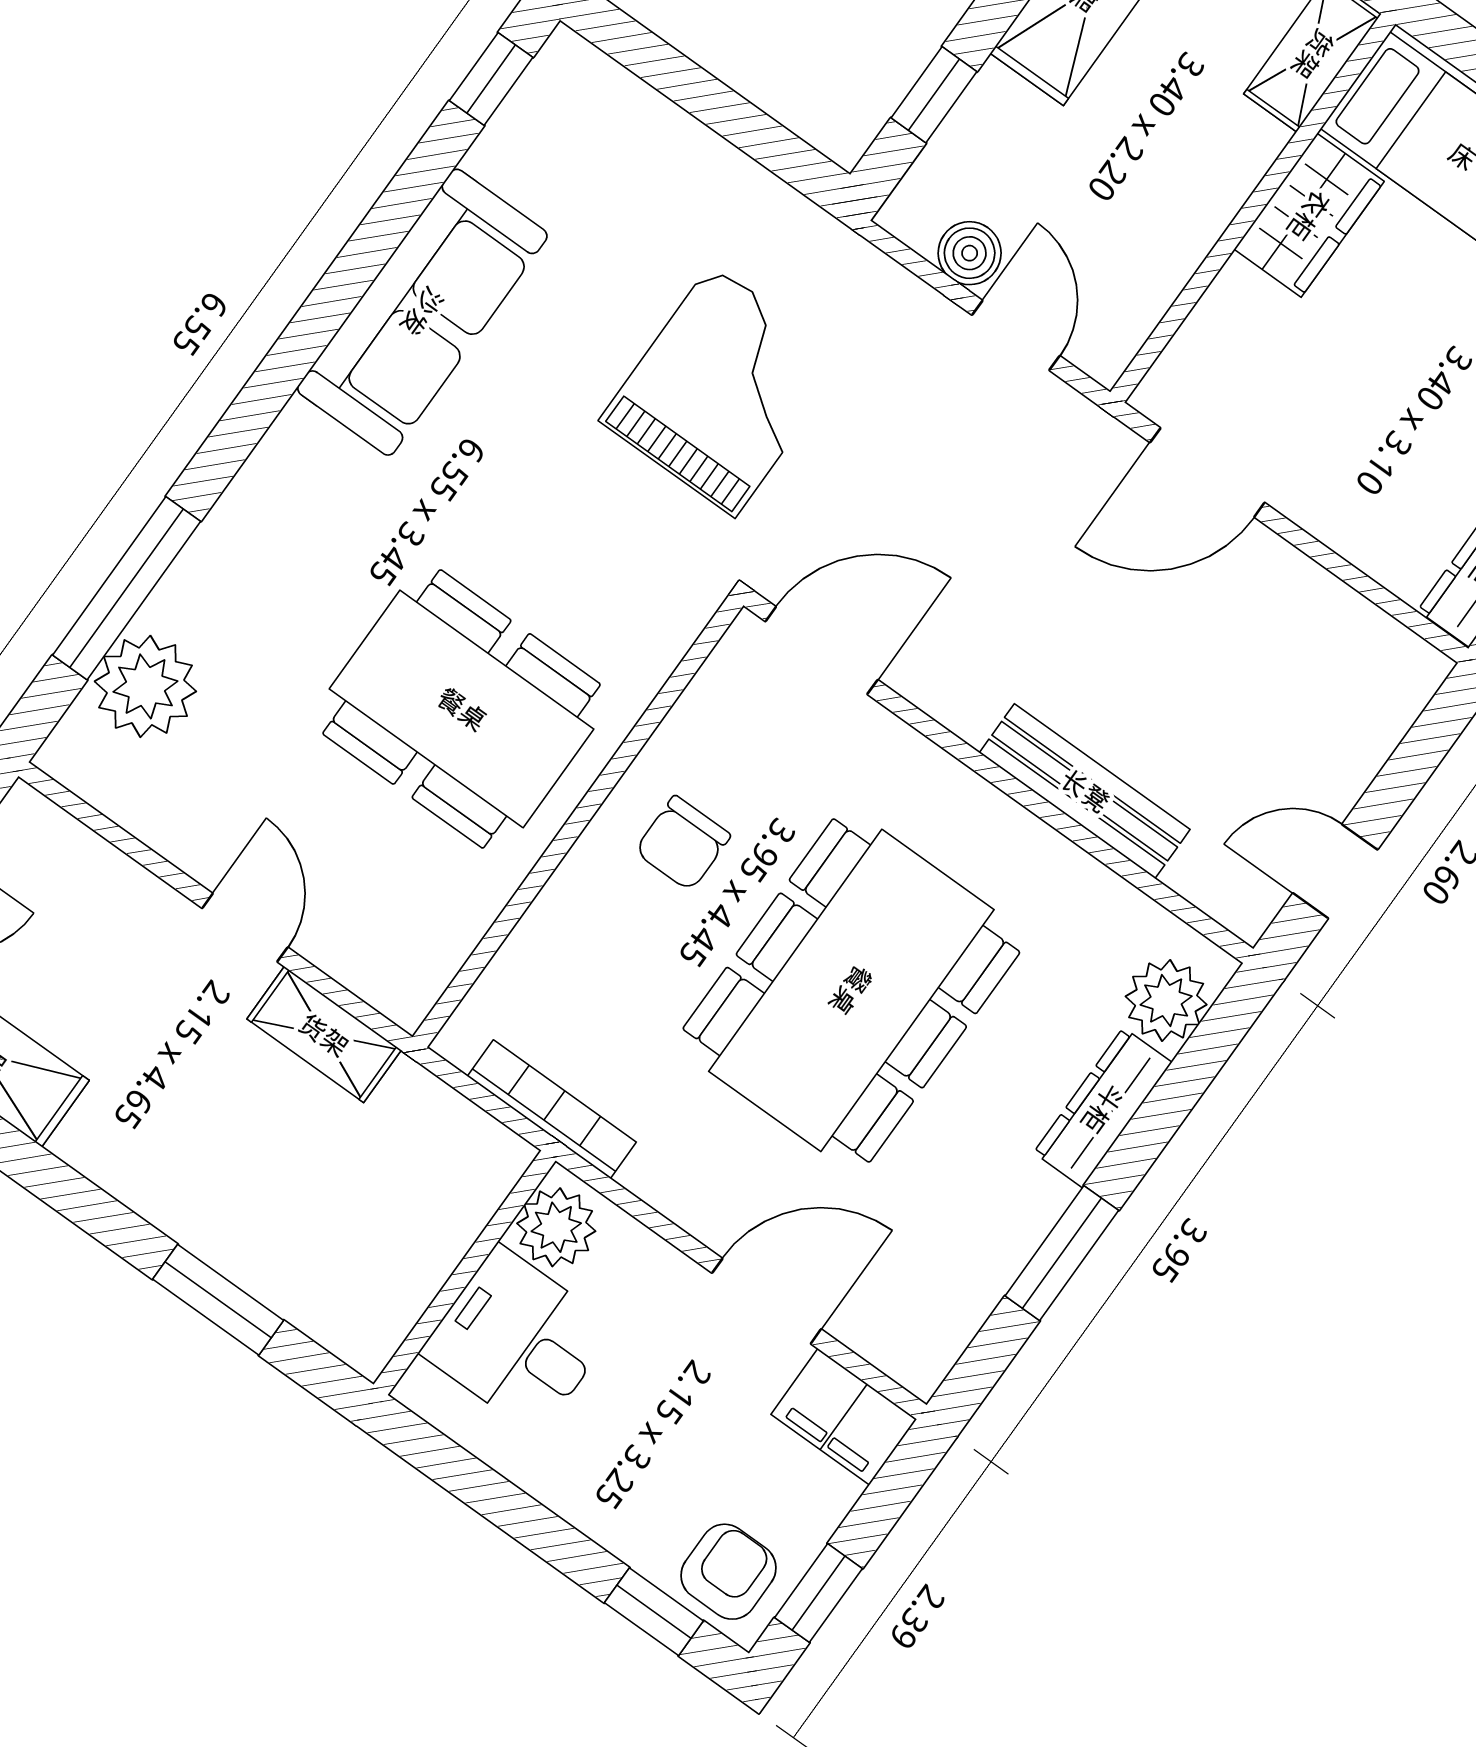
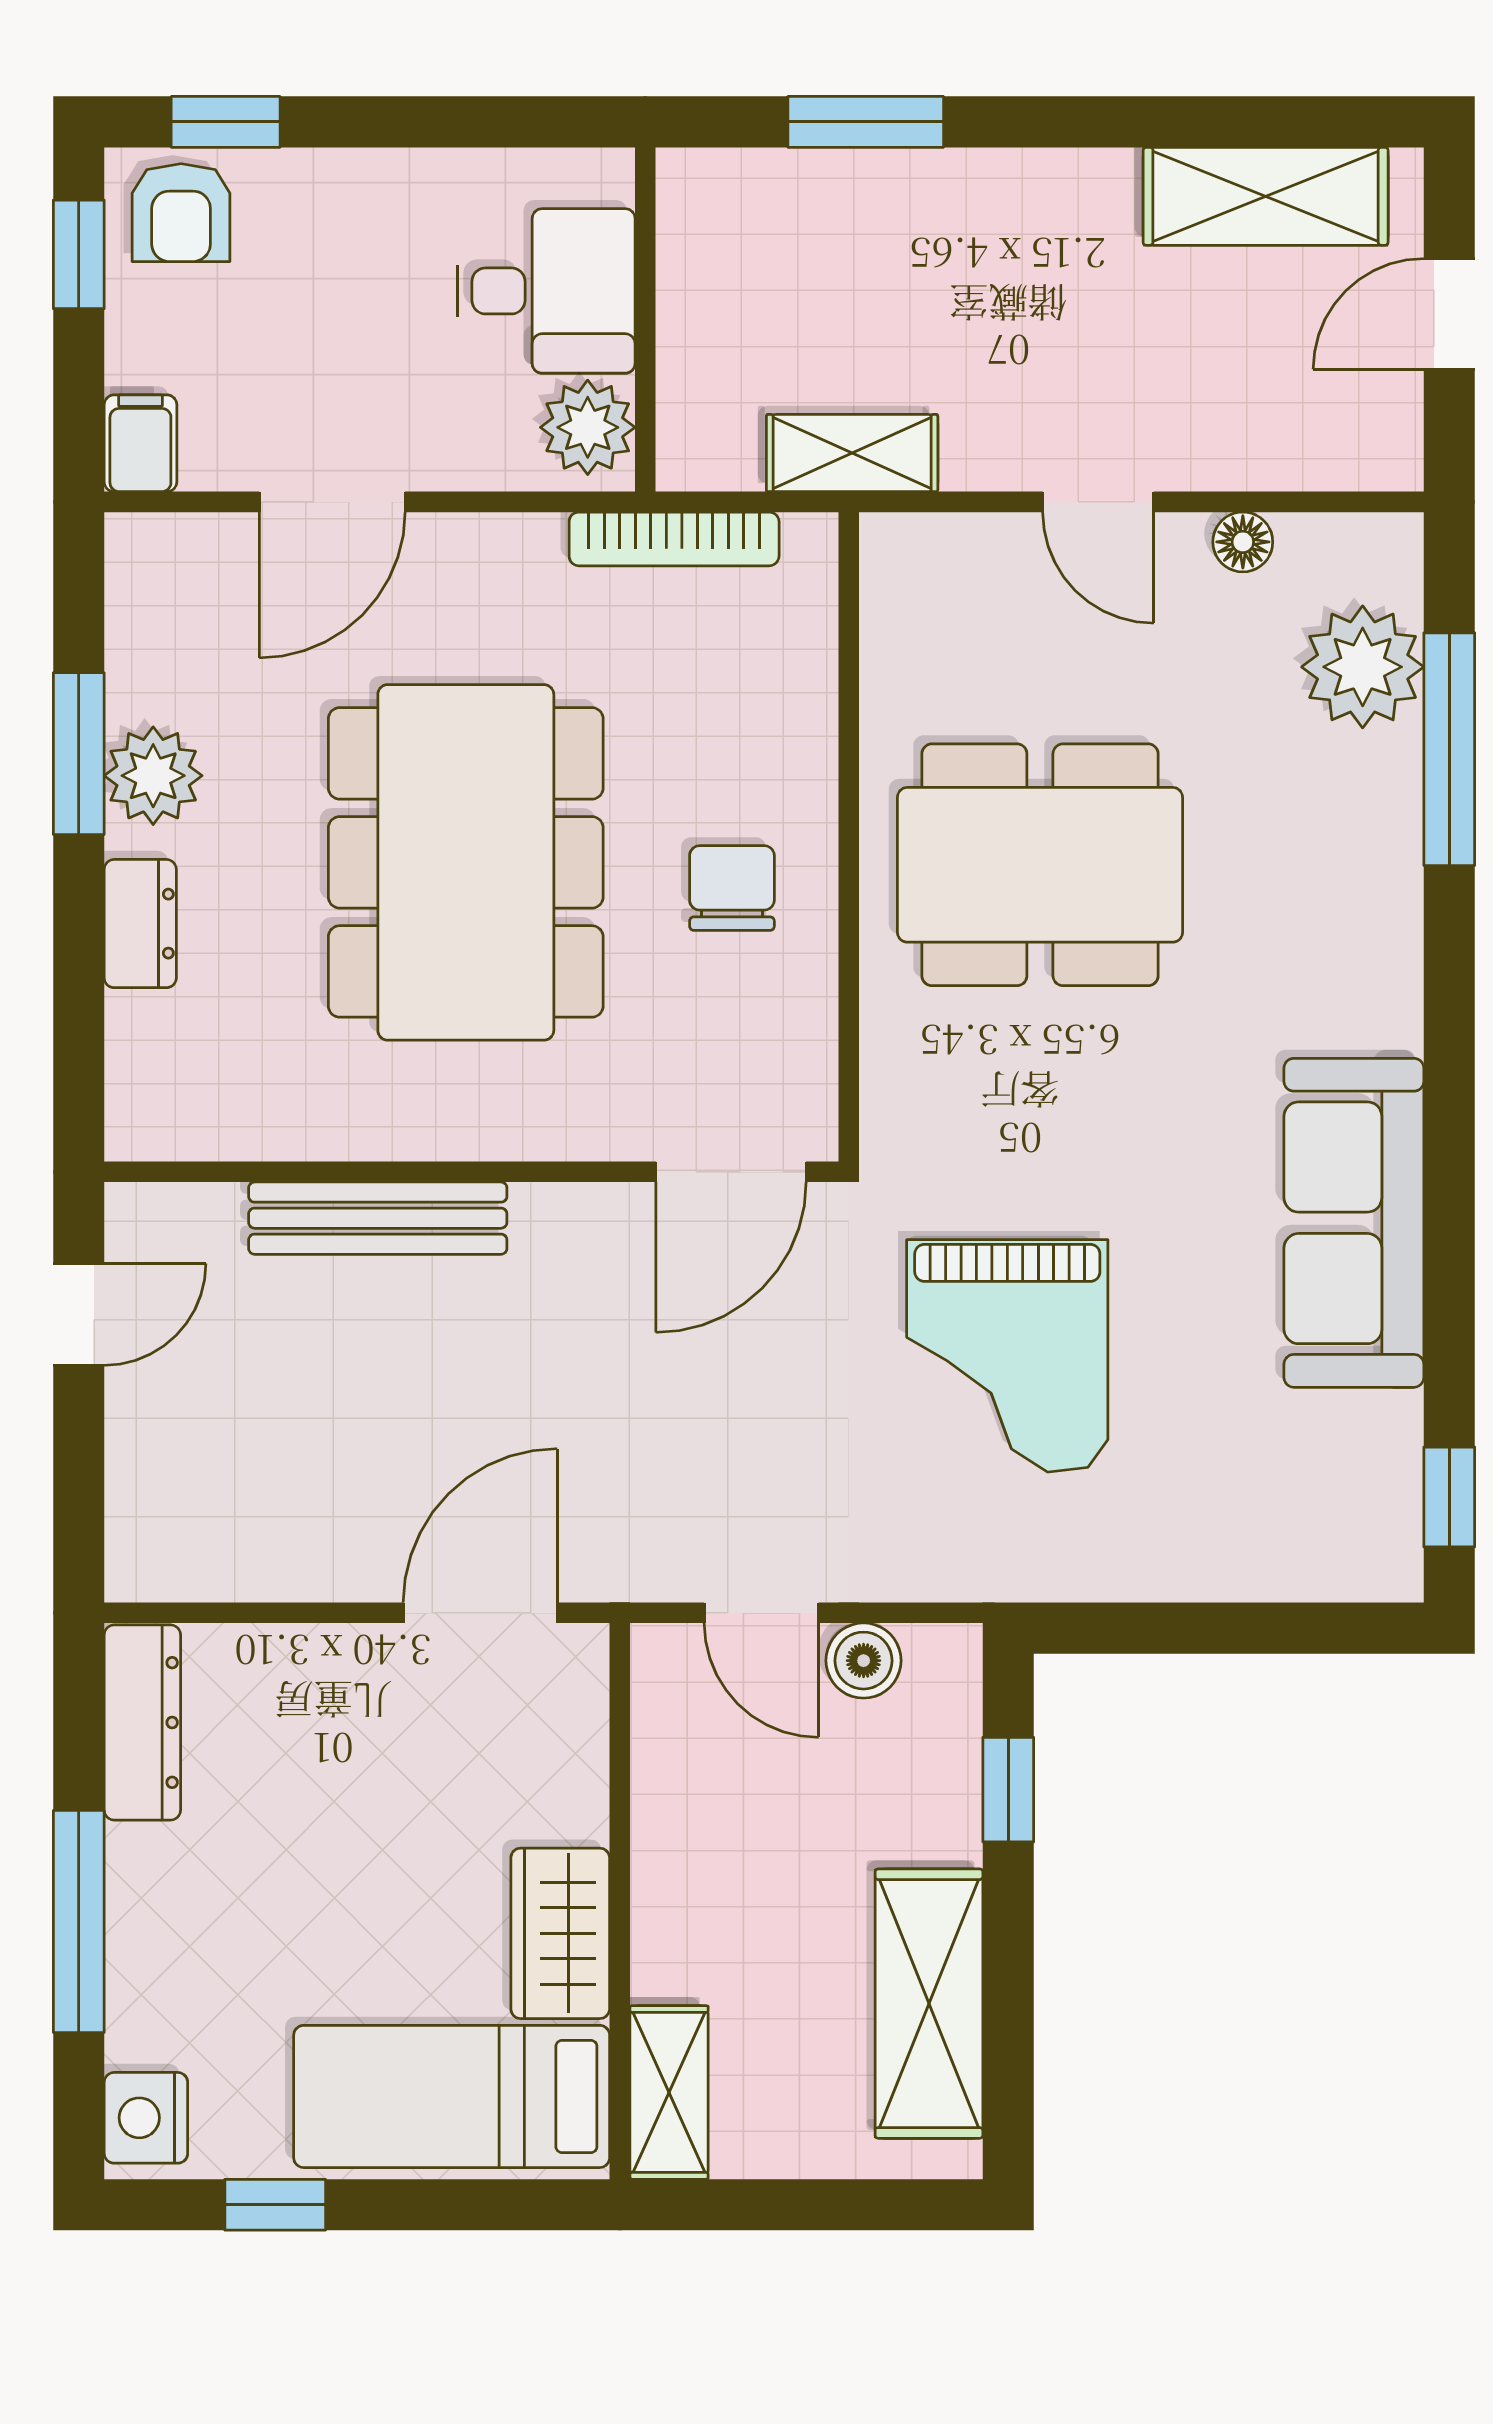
floor lamp: (166, 830) -> (1243, 542), added
plant: (1166, 1000) -> (153, 776), moved
shelving: (324, 1035) -> (852, 453), moved
dresser: (1103, 1108) -> (140, 924), width x0.70
filing cabinet: (844, 1417) -> (140, 443), width x0.50

